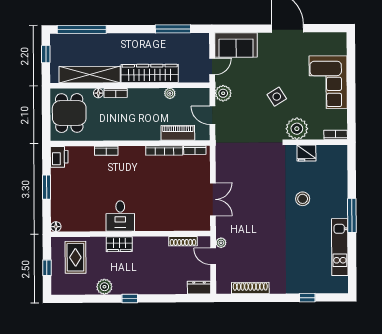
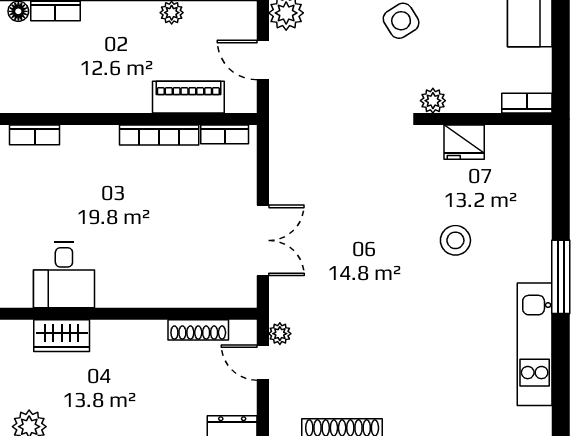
plant: (297, 129) -> (433, 101), width x0.53, depth x0.53

